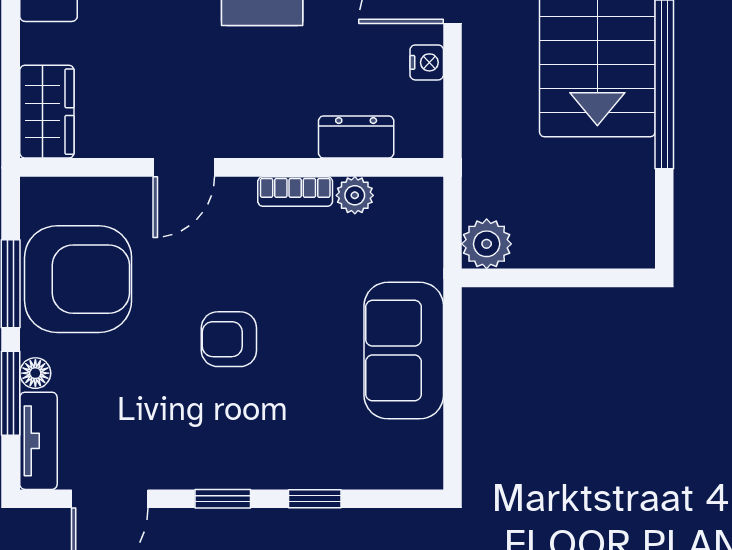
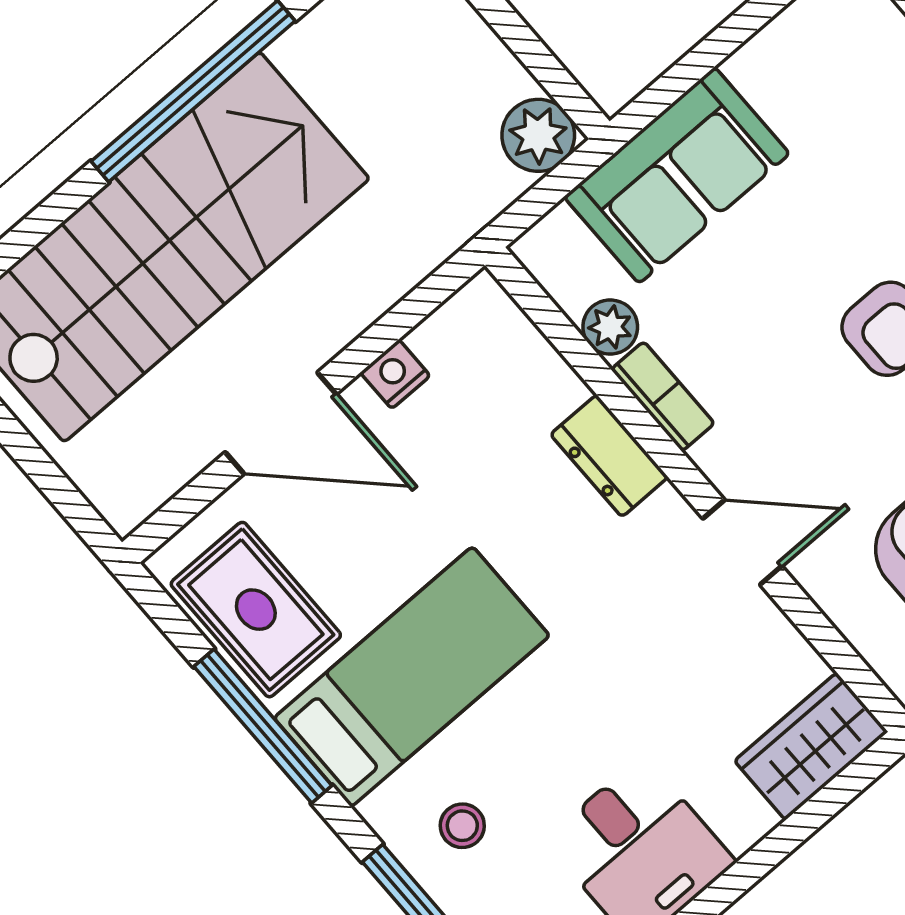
dresser: (356, 137) -> (609, 456), moved
sofa: (404, 351) -> (677, 175), moved

